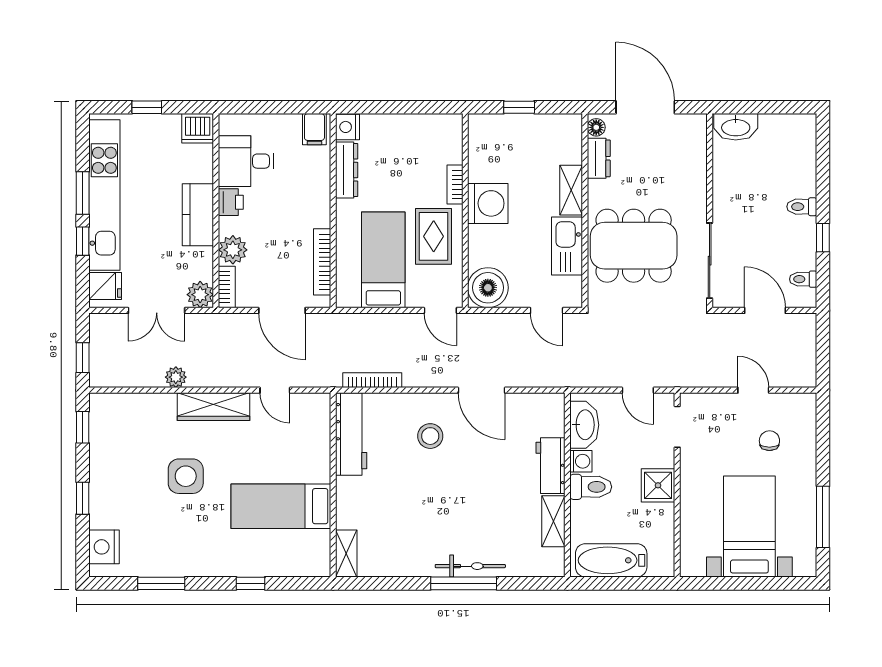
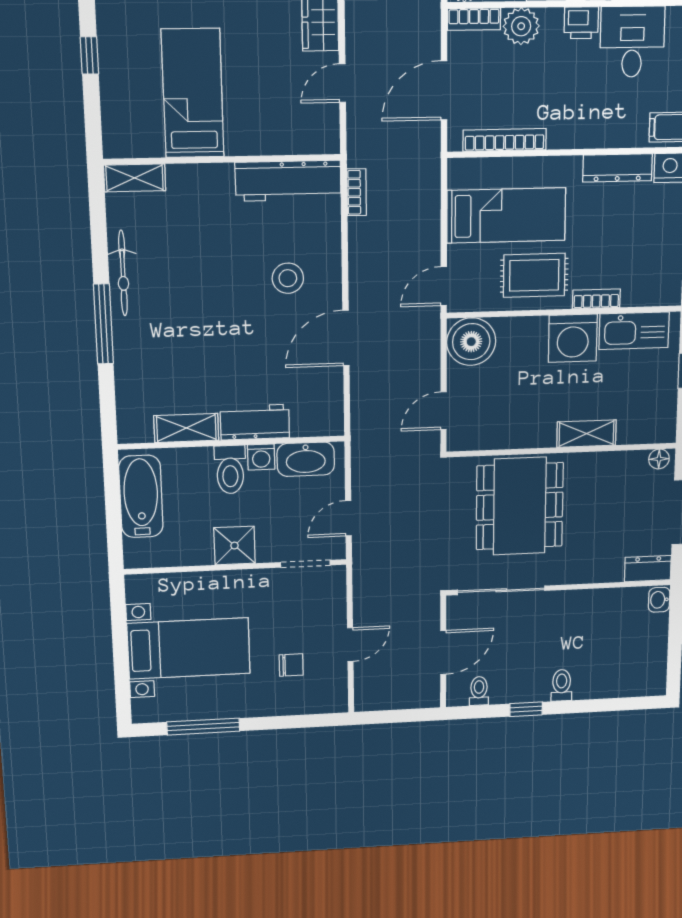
washbasin: (736, 127) -> (659, 600), width x0.52, depth x0.69
dresser: (599, 158) -> (648, 569), moved, turned 180
kitchen sink: (567, 246) -> (634, 331), moved, turned 180
bookcase: (372, 380) -> (357, 192), width x0.64
bicycle: (470, 566) -> (123, 273), moved

